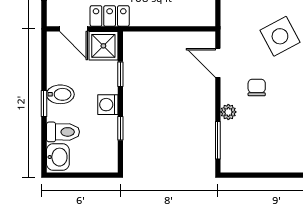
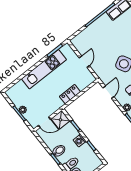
locker: (110, 16) -> (70, 94), moved
door: (218, 63) -> (108, 92), swing flipped

